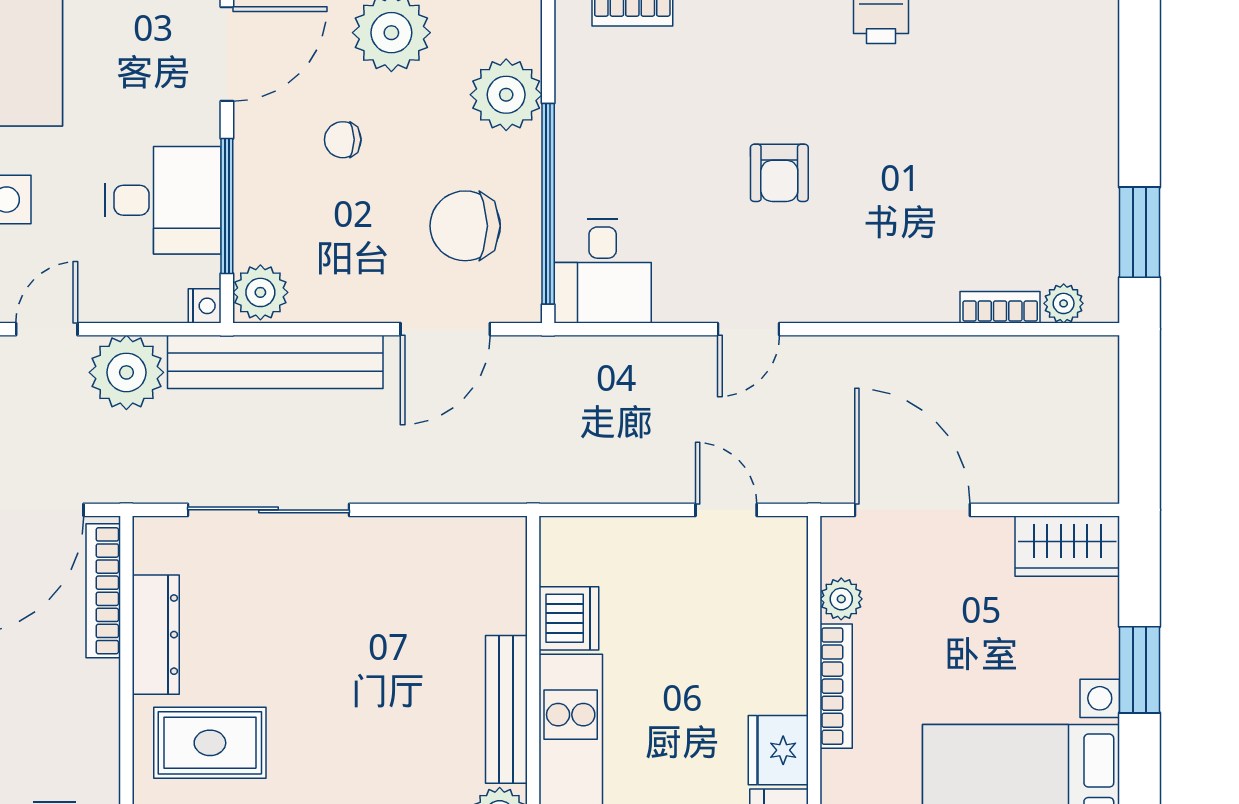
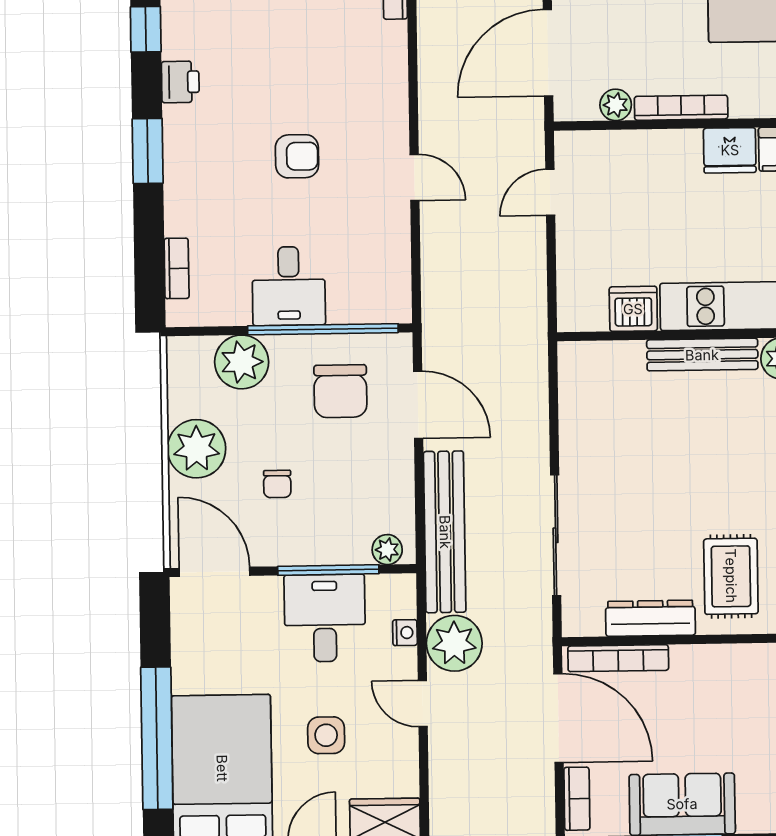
desk: (603, 271) -> (289, 286), moved, turned 90
plant: (260, 292) -> (387, 550), width x0.73, depth x0.73
nightstand: (205, 306) -> (405, 633), moved, turned 90

